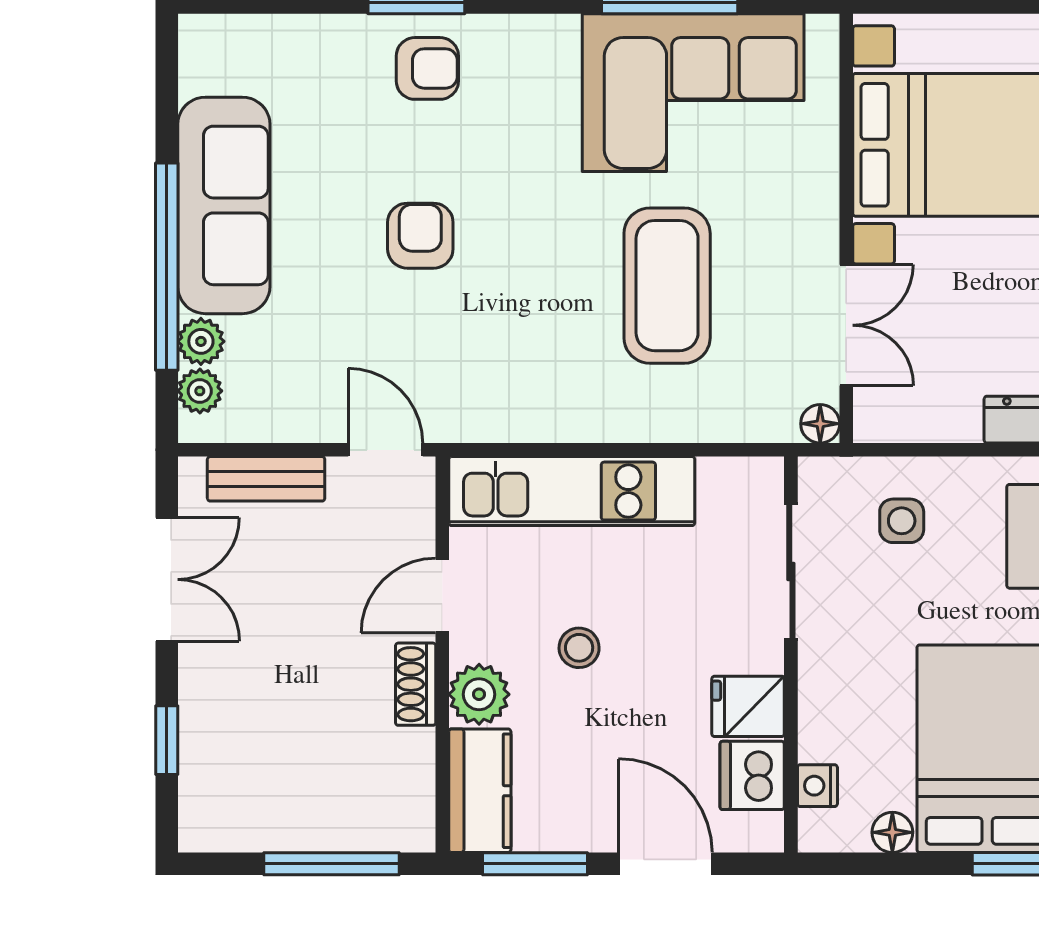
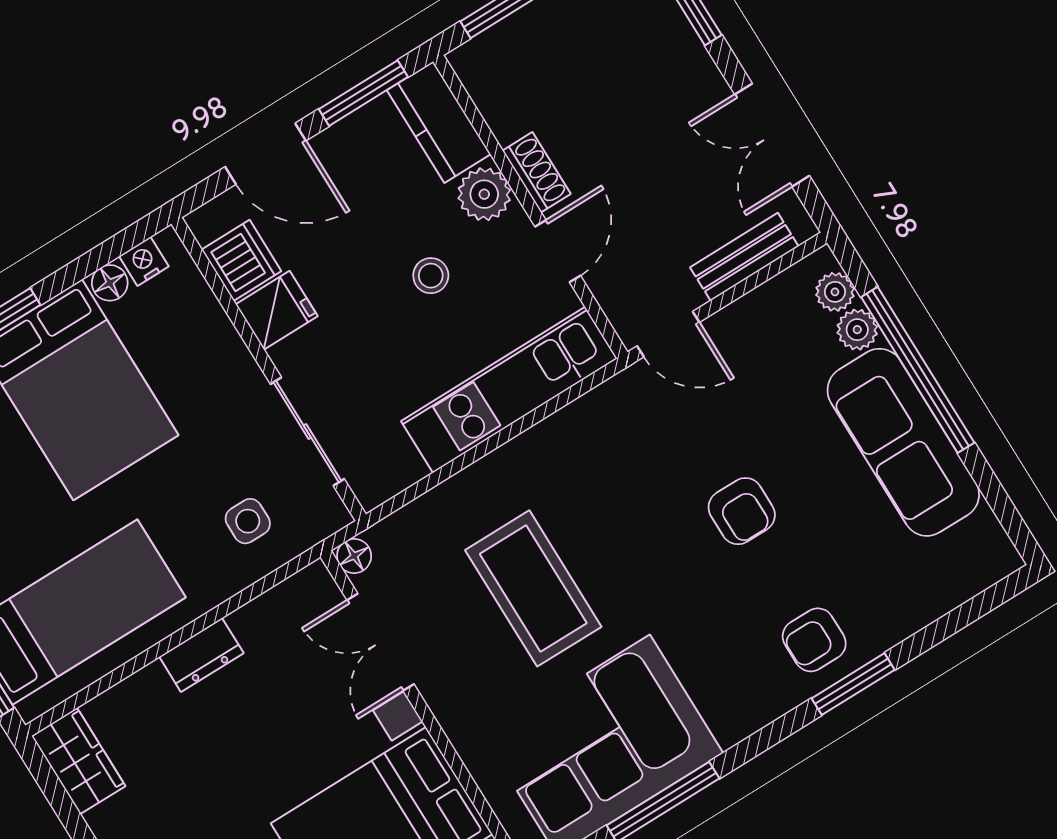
nightstand: (817, 786) -> (144, 261), moved, turned -90

